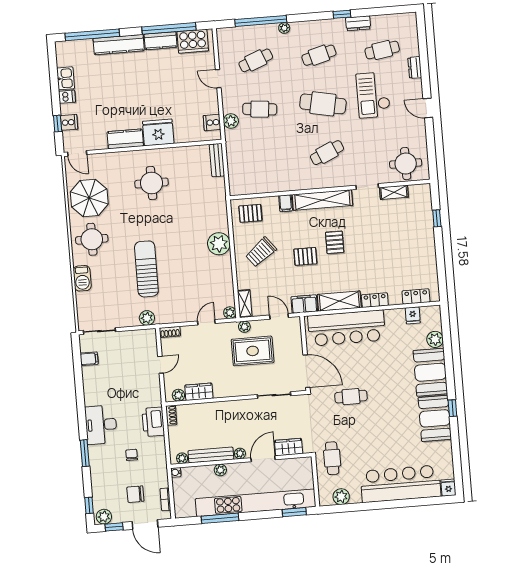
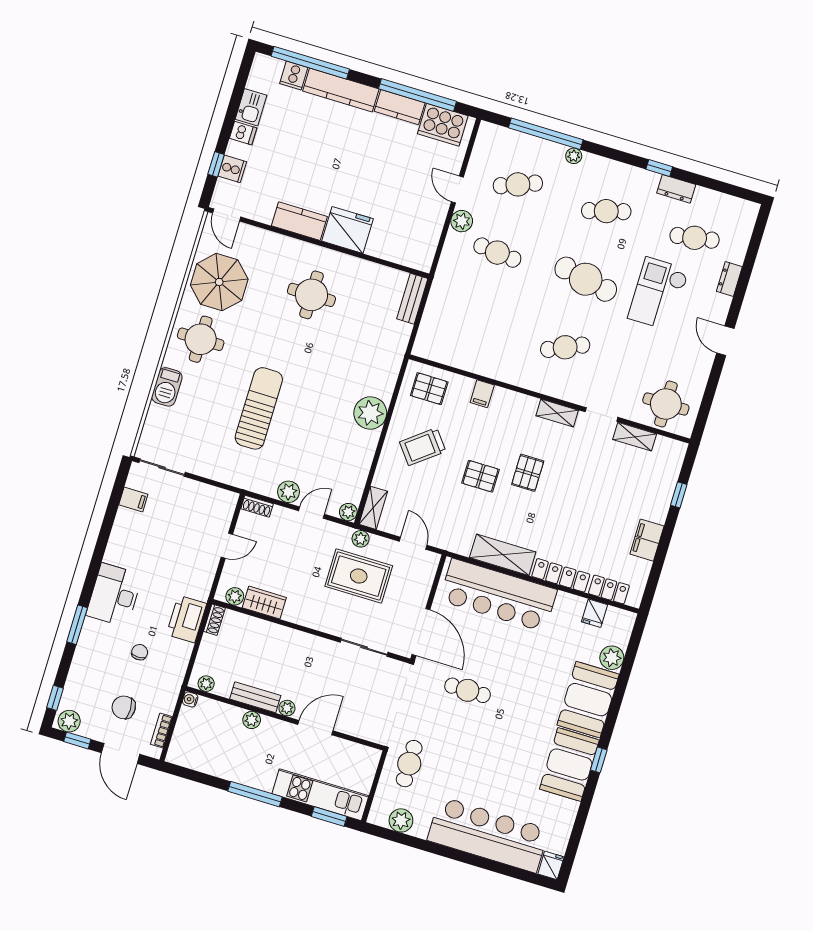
plant: (231, 121) -> (462, 221), moved
cooker: (212, 123) -> (294, 75), moved, turned -90
shelving: (322, 200) -> (557, 413), width x0.45, depth x0.75
locker: (375, 300) -> (561, 575), width x1.53
filing cabinet: (304, 304) -> (647, 540), moved, turned -90
plant: (147, 318) -> (289, 492), moved
wardrobe: (289, 447) -> (356, 725), removed
bench: (211, 455) -> (255, 697), width x0.73
kitchen unit: (256, 503) -> (320, 795), width x0.54
window: (220, 518) -> (255, 794), moved

